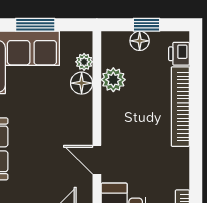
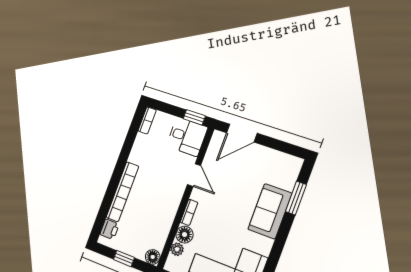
floor lamp: (140, 41) -> (153, 257), moved
plant: (113, 80) -> (161, 228), removed
bookcase: (86, 112) -> (189, 212), added

